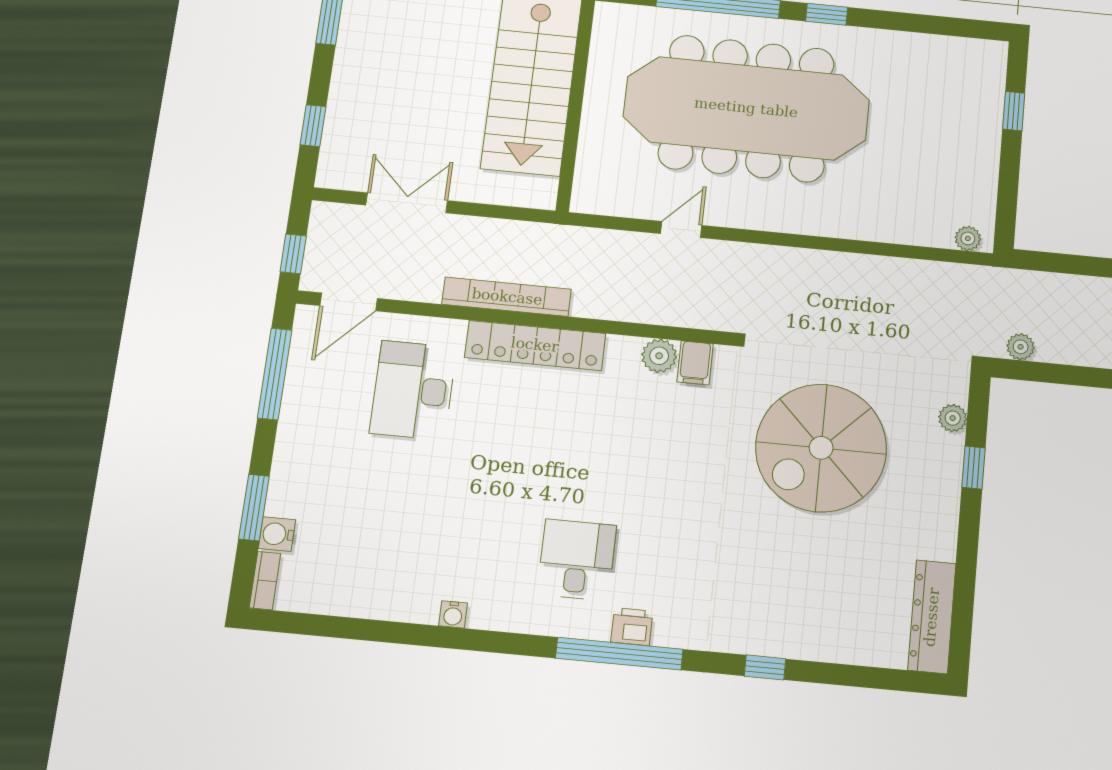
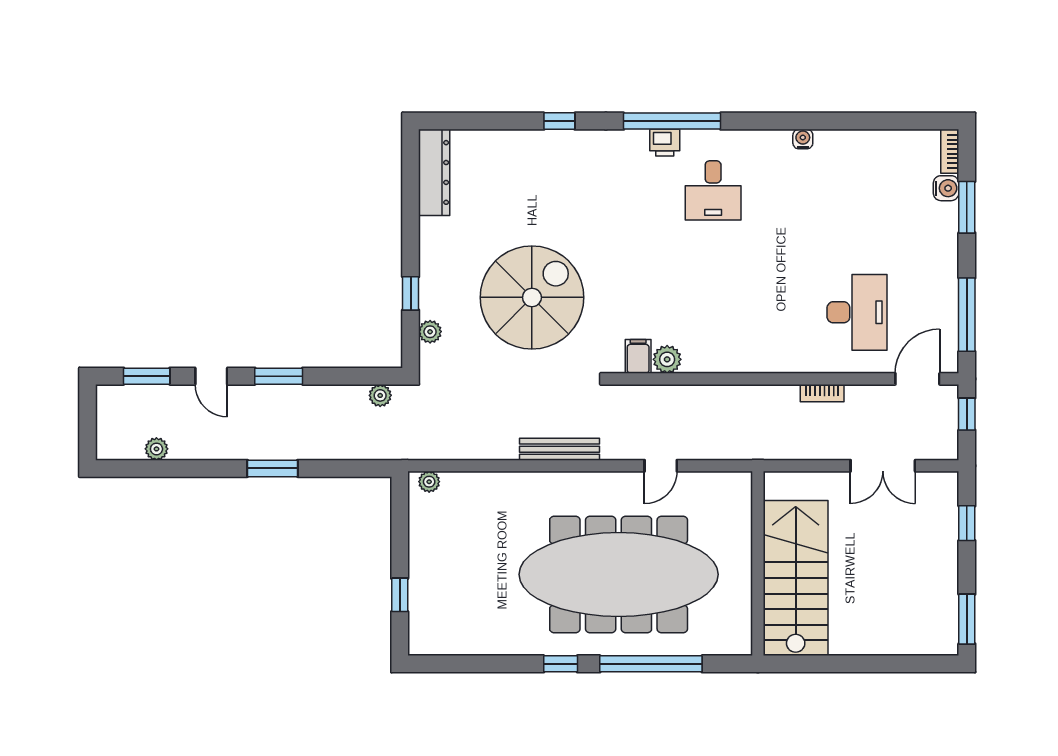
bench: (804, 261) -> (559, 449), added
bookcase: (507, 297) -> (822, 393), width x0.43, depth x0.76
locker: (535, 345) -> (766, 358), removed

